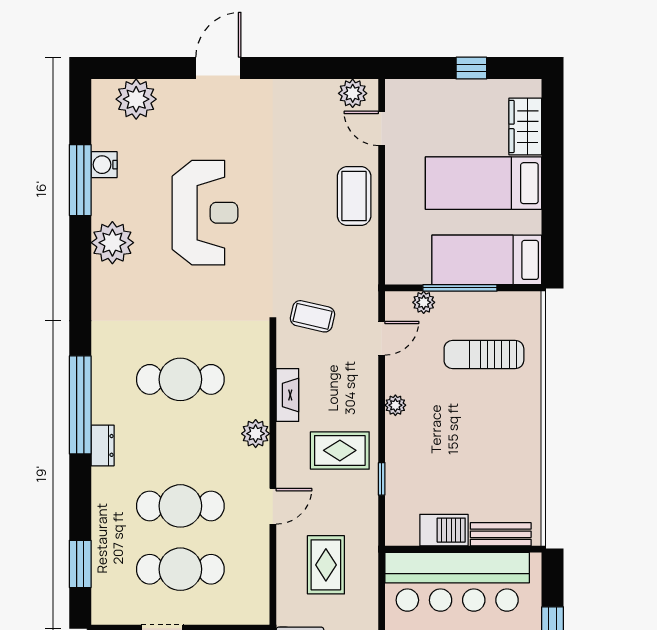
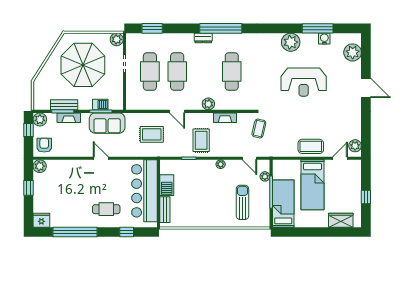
bed: (483, 183) -> (312, 185), moved, turned 180

